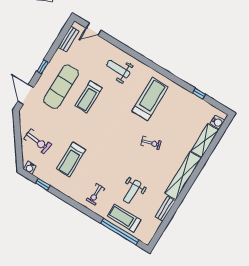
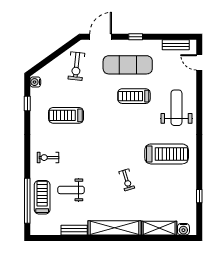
weight bench: (118, 69) -> (176, 108), width x1.36, depth x1.33
exercise bike: (37, 141) -> (76, 66), moved

